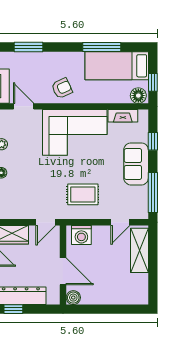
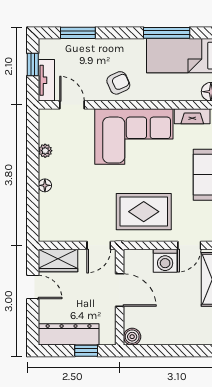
rug: (83, 194) -> (144, 212), width x1.36, depth x1.43
washing machine: (81, 235) -> (165, 261), moved
door: (63, 271) -> (120, 290), moved
window: (13, 309) -> (86, 351), moved

